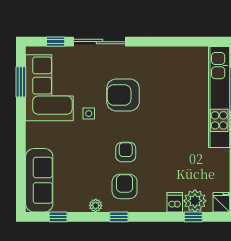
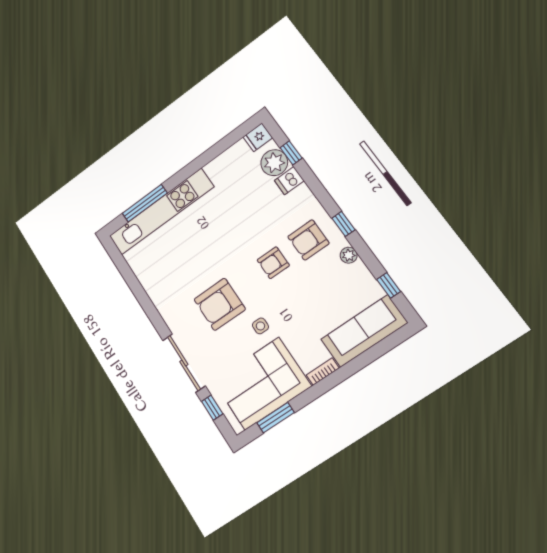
armchair: (123, 95) -> (220, 304), turned 90
bookcase: (31, 135) -> (323, 372), added

